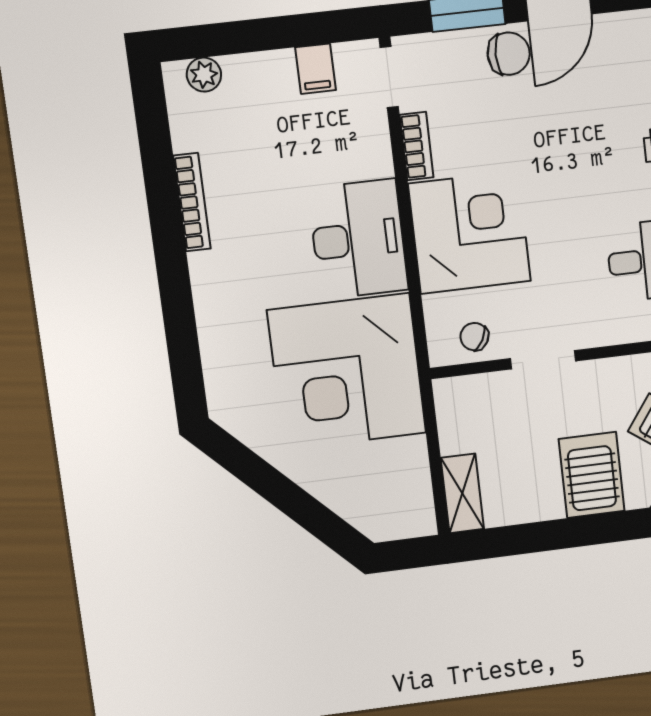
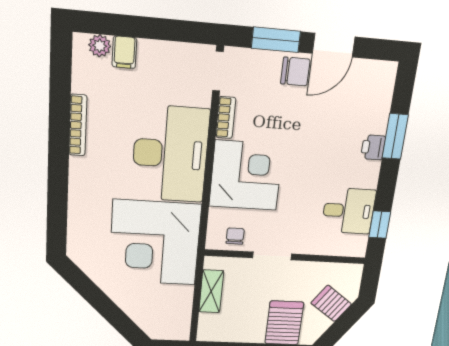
filing cabinet: (316, 69) -> (124, 52), moved
desk: (358, 239) -> (170, 154), width x1.36, depth x1.30
chair: (474, 337) -> (235, 236), turned 61
shelving: (462, 493) -> (211, 291), moved

